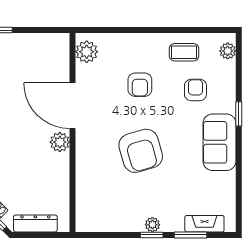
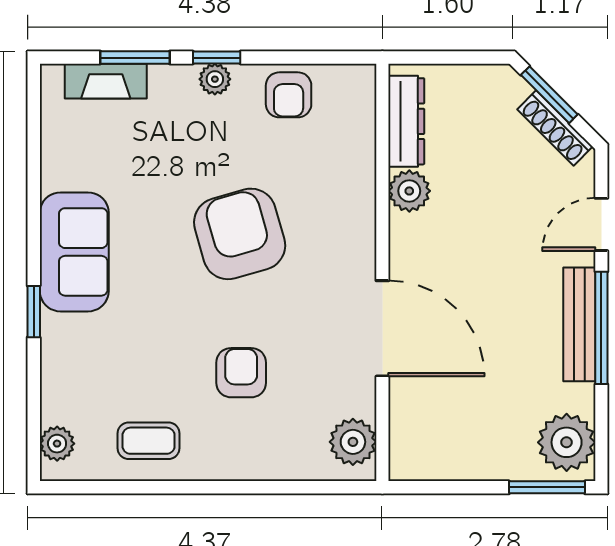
armchair: (195, 90) -> (289, 95), moved
plant: (60, 142) -> (409, 191), moved
dresser: (35, 223) -> (406, 121), moved, turned -90

